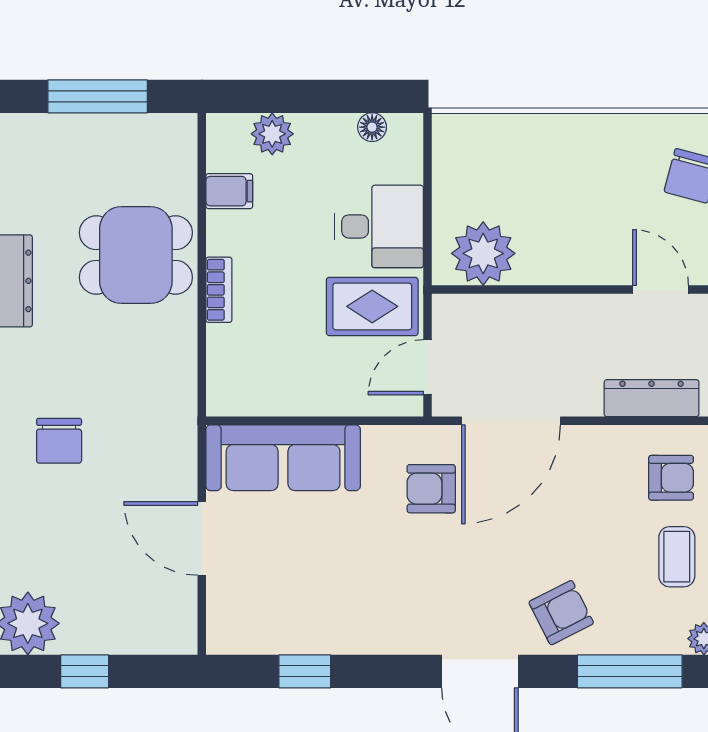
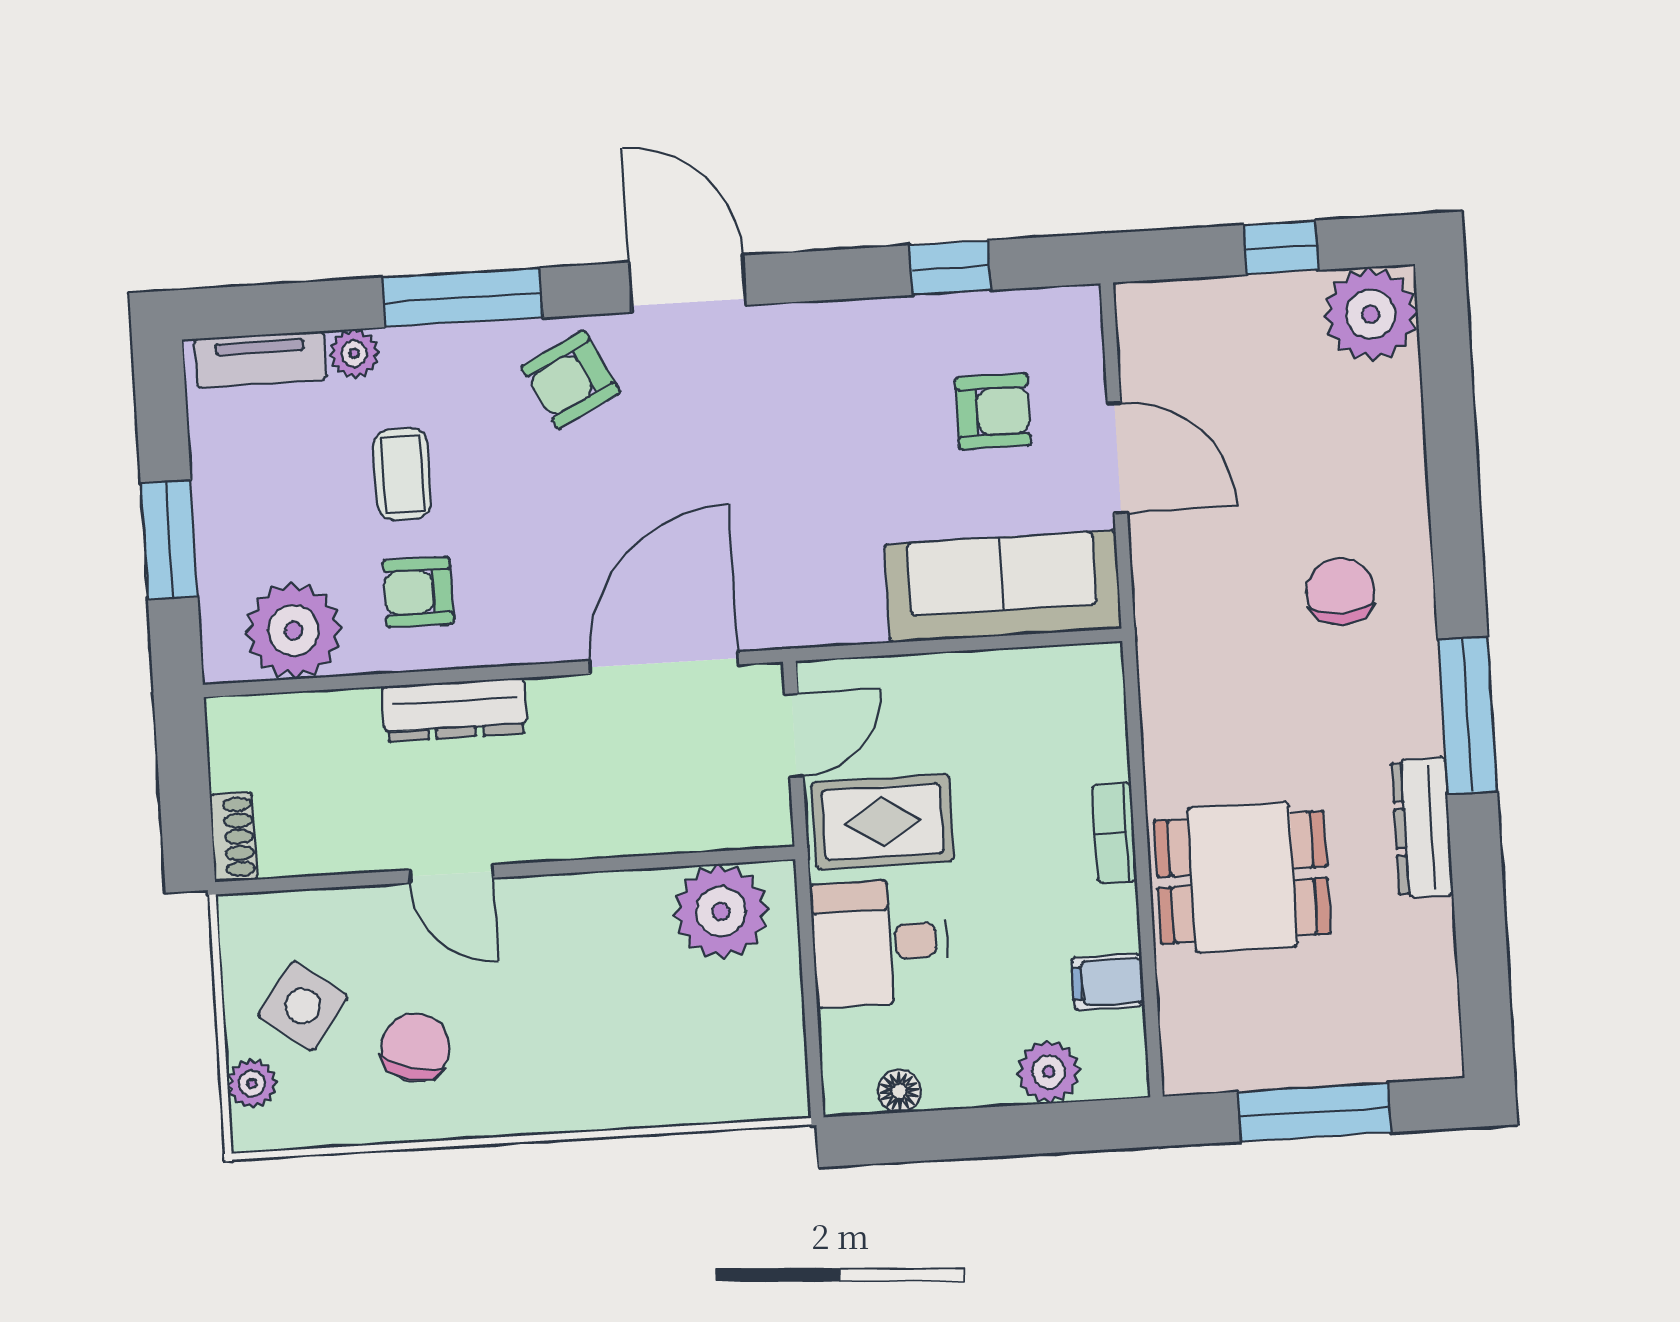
armchair: (431, 489) -> (993, 412), moved

